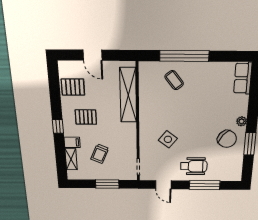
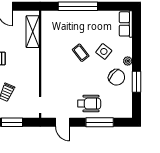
coffee table: (174, 80) -> (81, 53), moved
shelving: (128, 95) -> (33, 32), width x0.68
side table: (168, 139) -> (104, 51), moved

